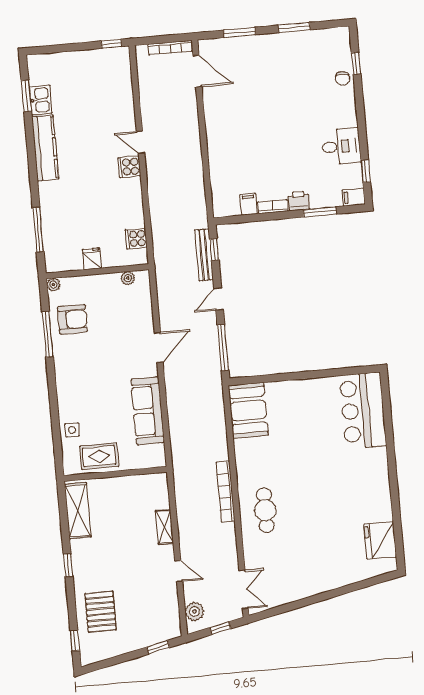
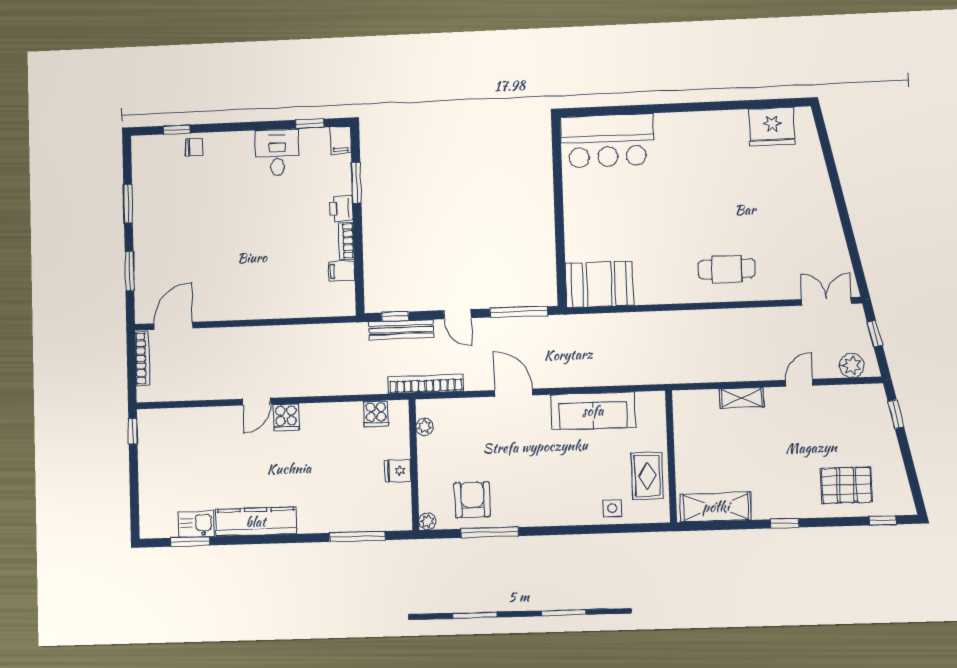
bookcase: (225, 492) -> (426, 384), moved, turned 180

